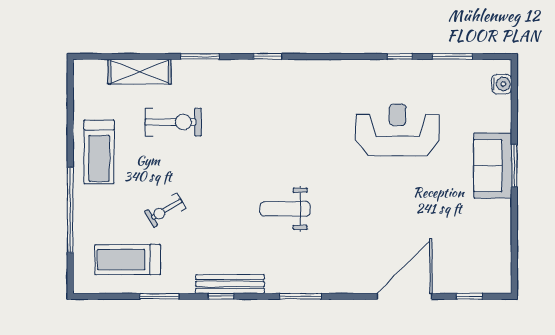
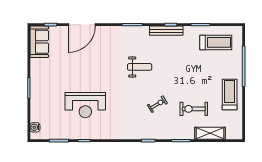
sofa: (493, 166) -> (39, 42), moved
exercise bike: (165, 210) -> (157, 104), moved

